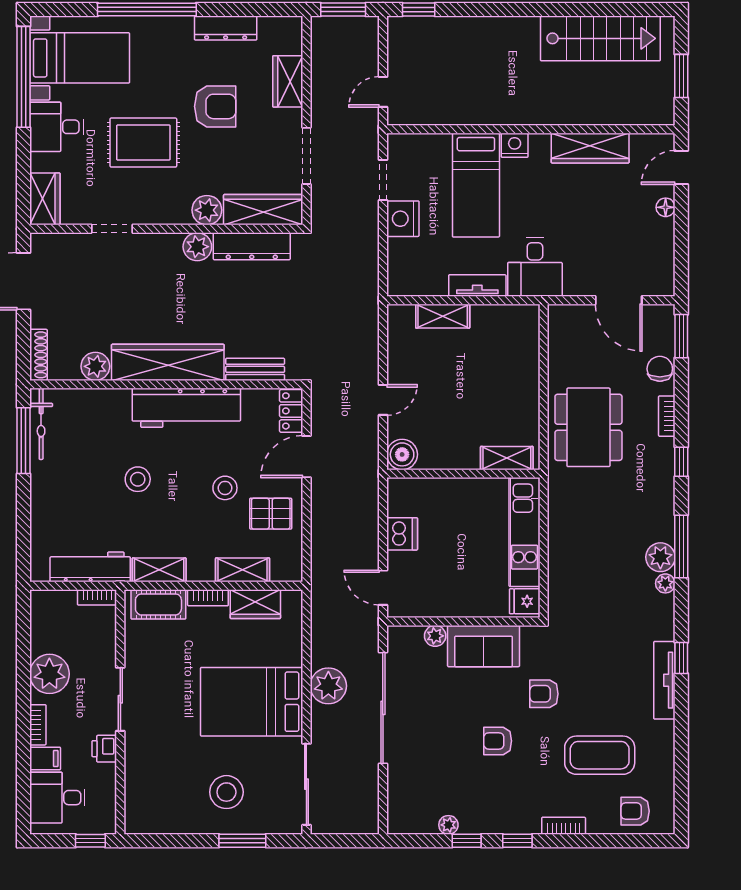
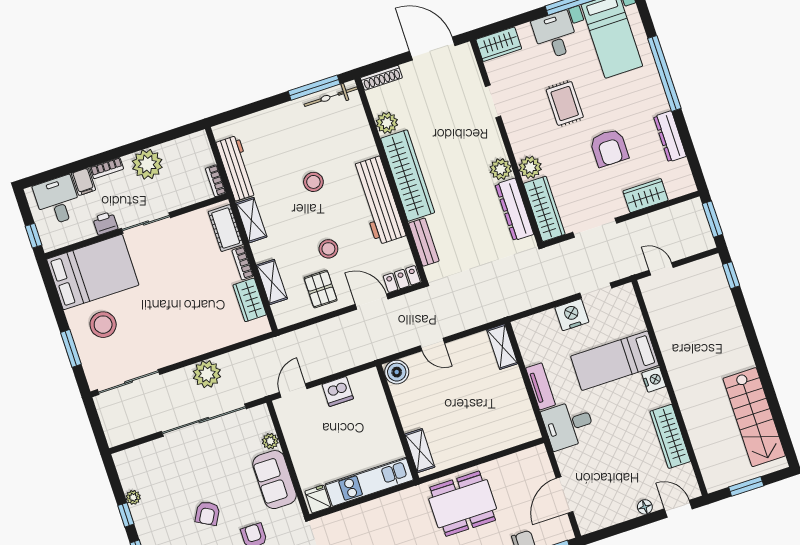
rug: (143, 143) -> (565, 103), width x0.73, depth x0.70
shelving: (443, 316) -> (502, 347), moved
bed: (252, 702) -> (93, 272), moved, turned 90
armchair: (498, 741) -> (208, 513), turned -151

